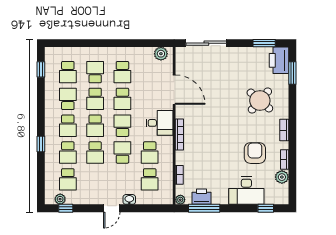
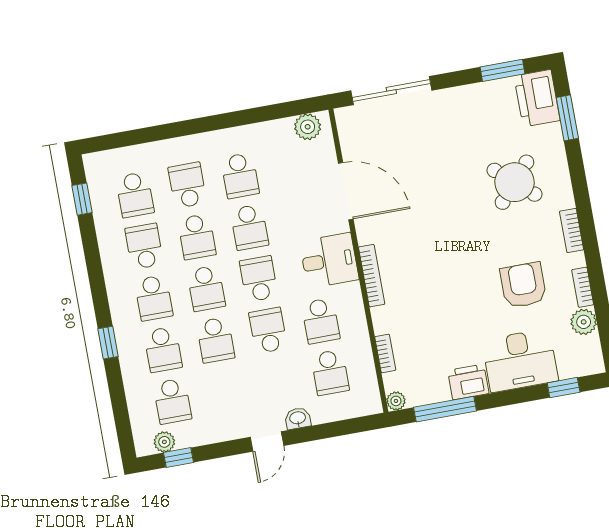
printer: (202, 197) -> (468, 382), moved

